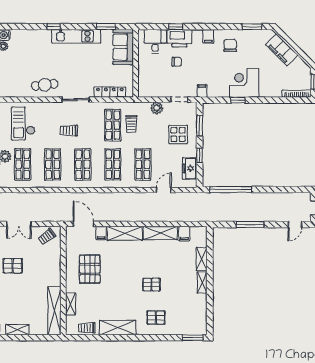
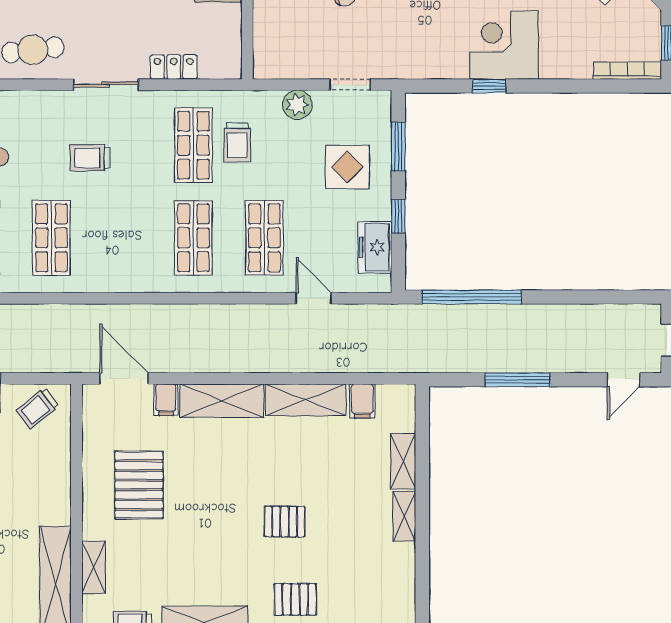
filing cabinet: (202, 91) -> (404, 64), removed
locker: (110, 92) -> (174, 67), width x0.66
shop shelf: (83, 164) -> (122, 238), removed
door: (164, 190) -> (314, 298), hinge flipped

